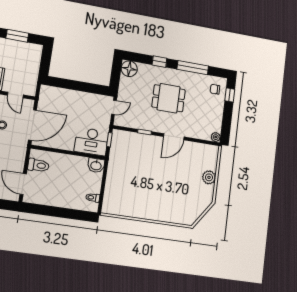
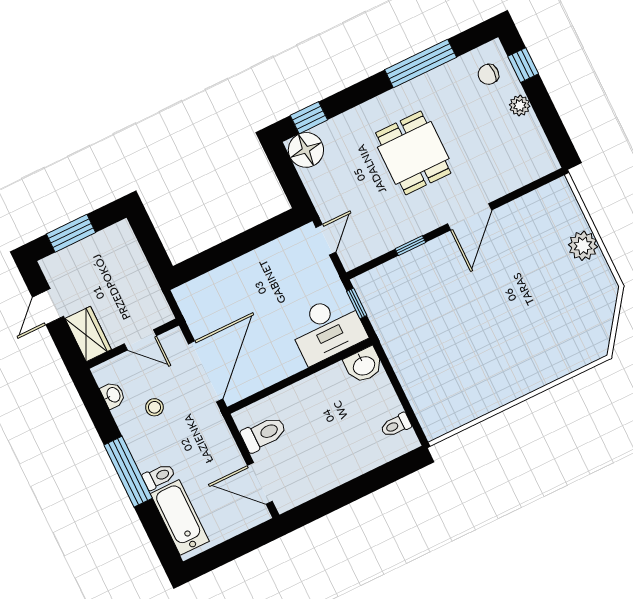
window: (159, 62) -> (309, 118), moved
dining table: (169, 98) -> (413, 153), turned 90
plant: (216, 137) -> (520, 106), moved

